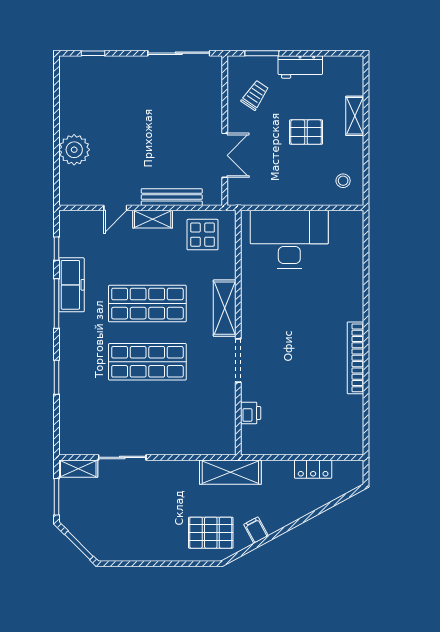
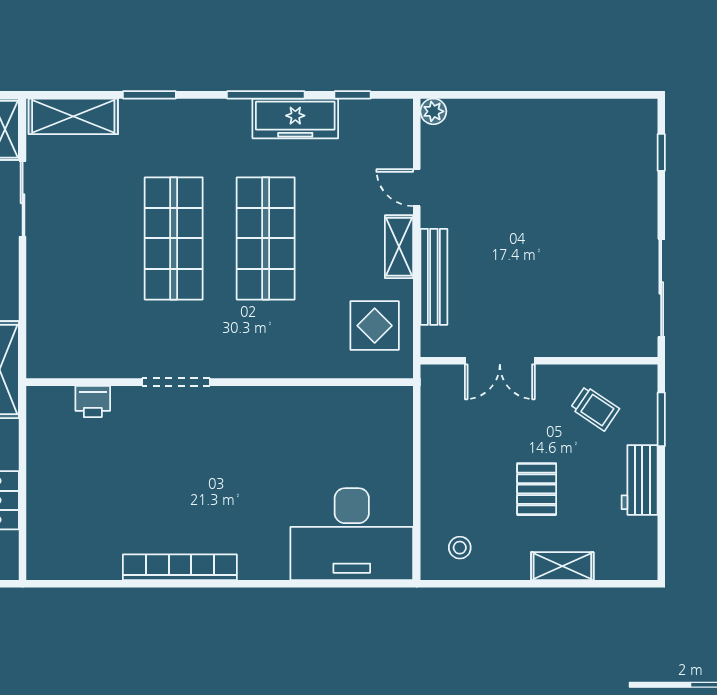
plant: (74, 150) -> (433, 111), moved, width x0.53, depth x0.53
desk: (289, 239) -> (352, 534), moved, turned 90
shelving: (225, 308) -> (73, 116), moved

